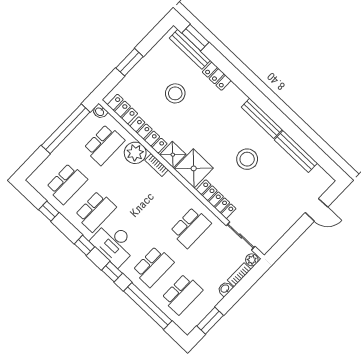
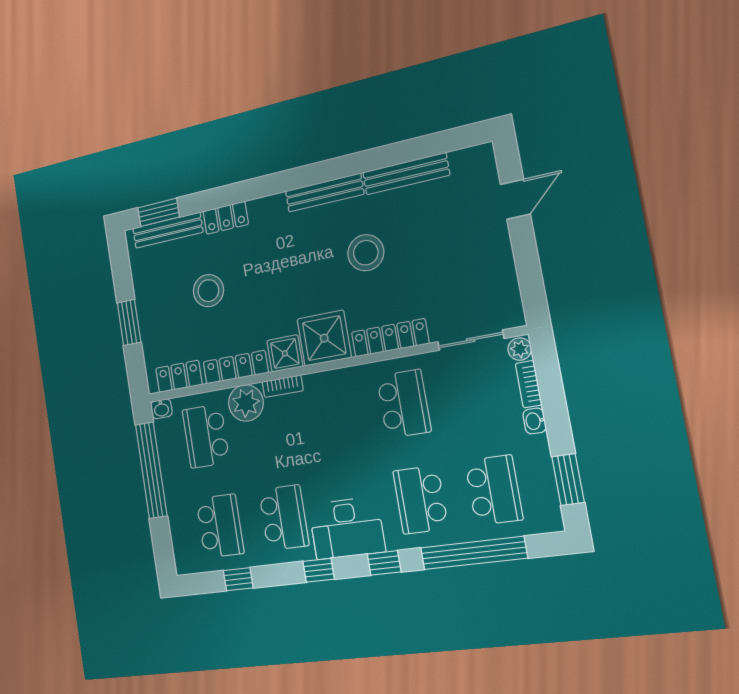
school desk: (104, 145) -> (206, 436), turned 180
school desk: (153, 267) -> (420, 500), turned 180

